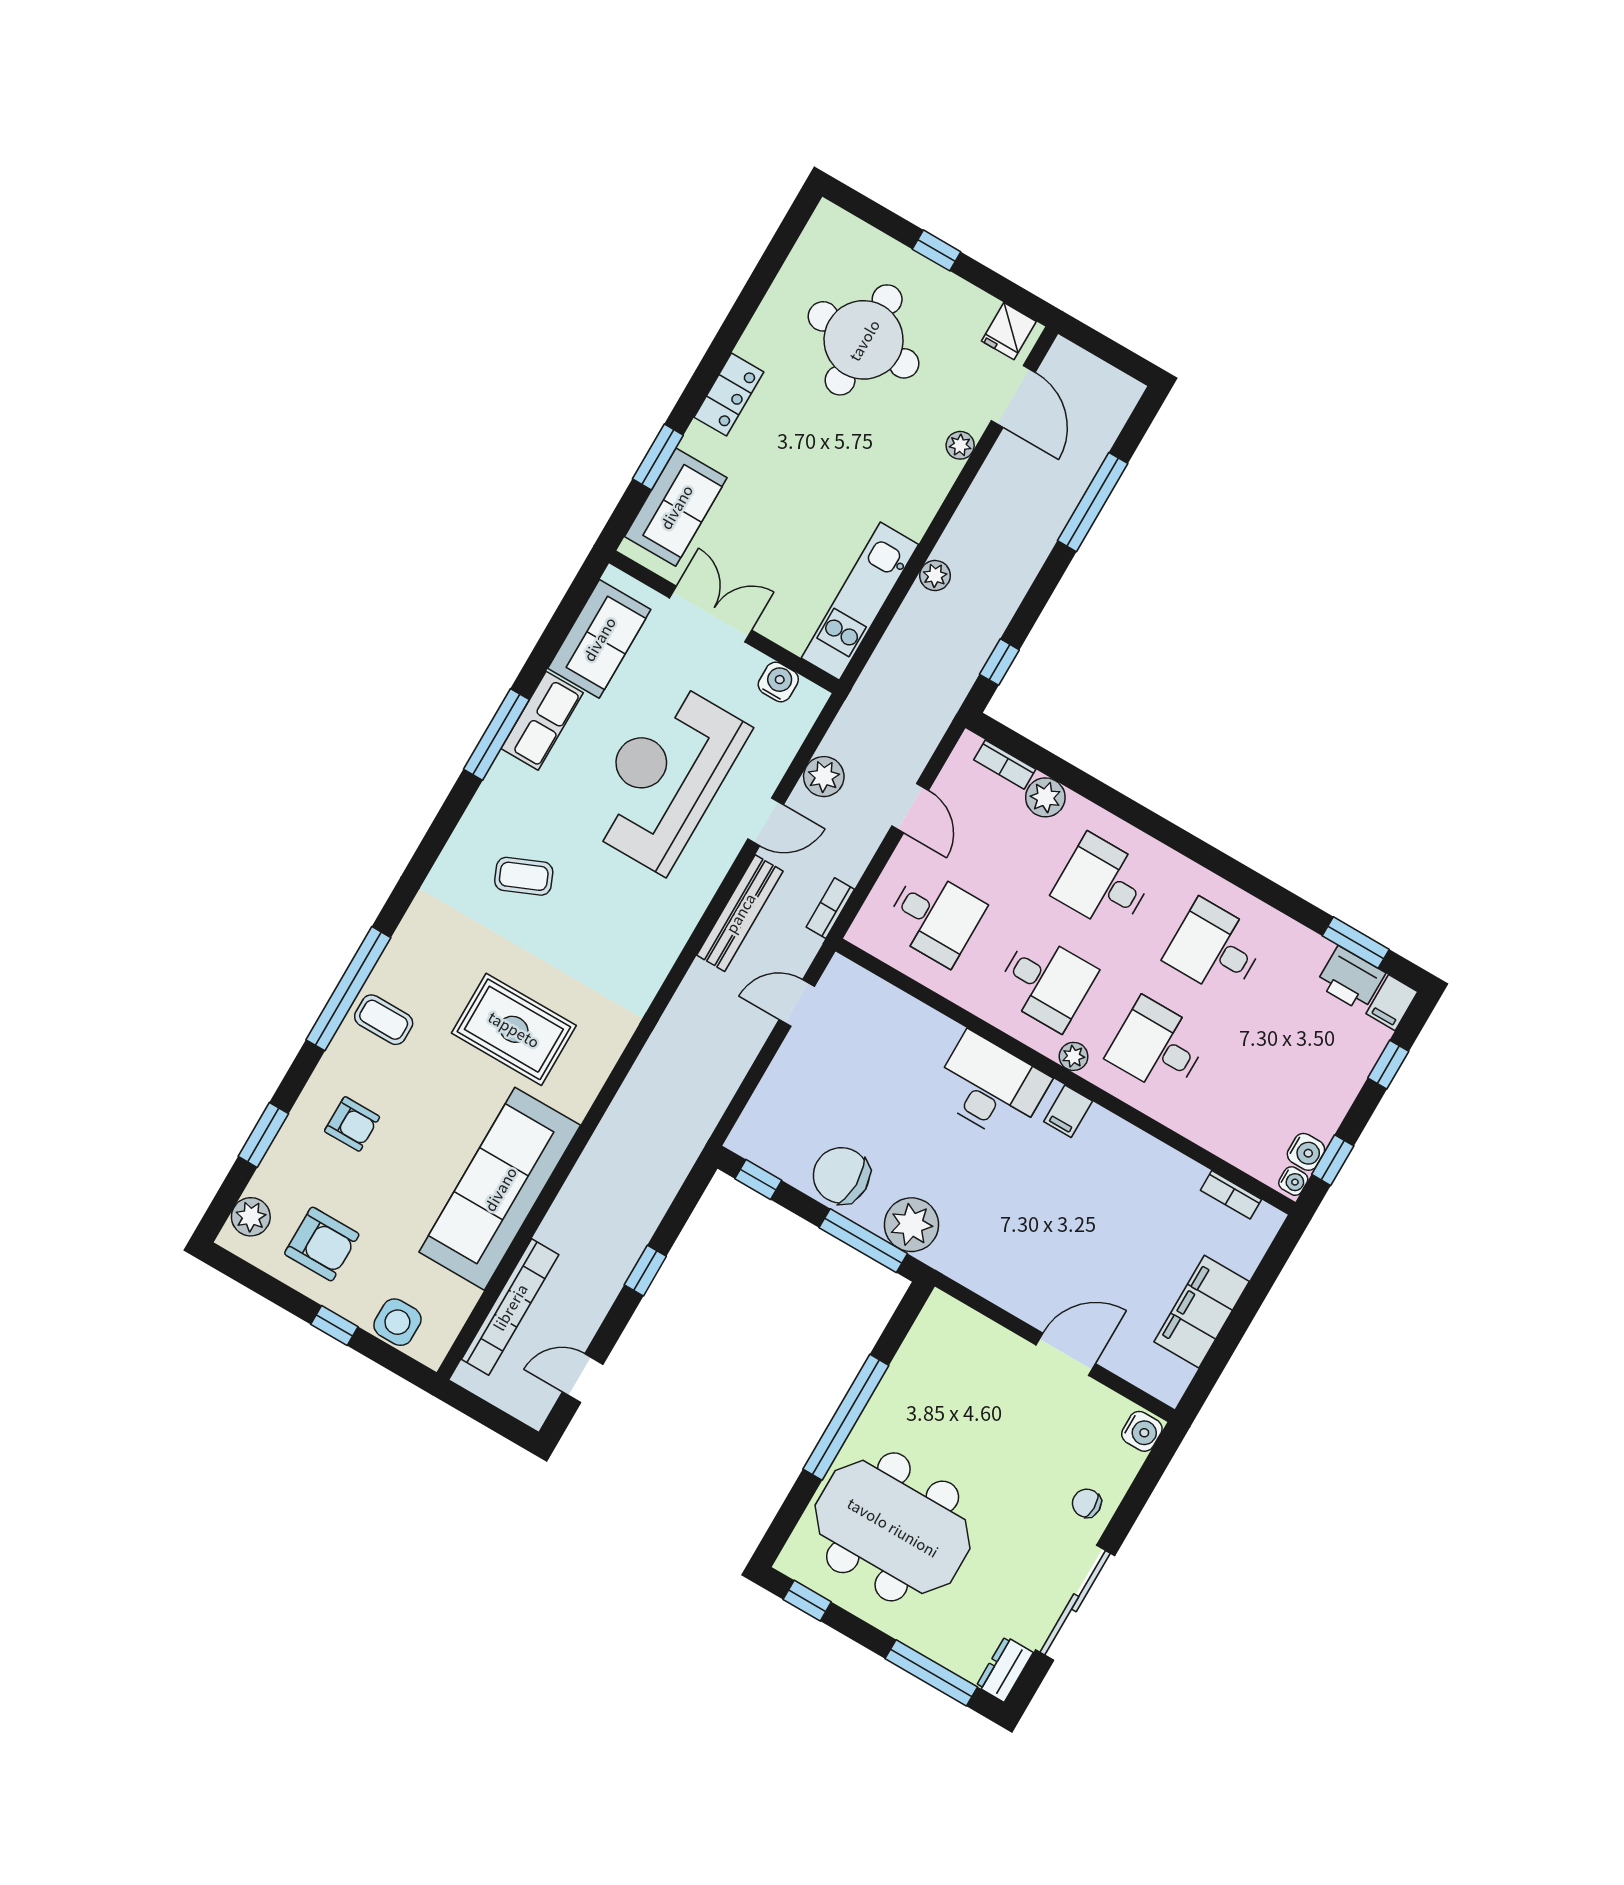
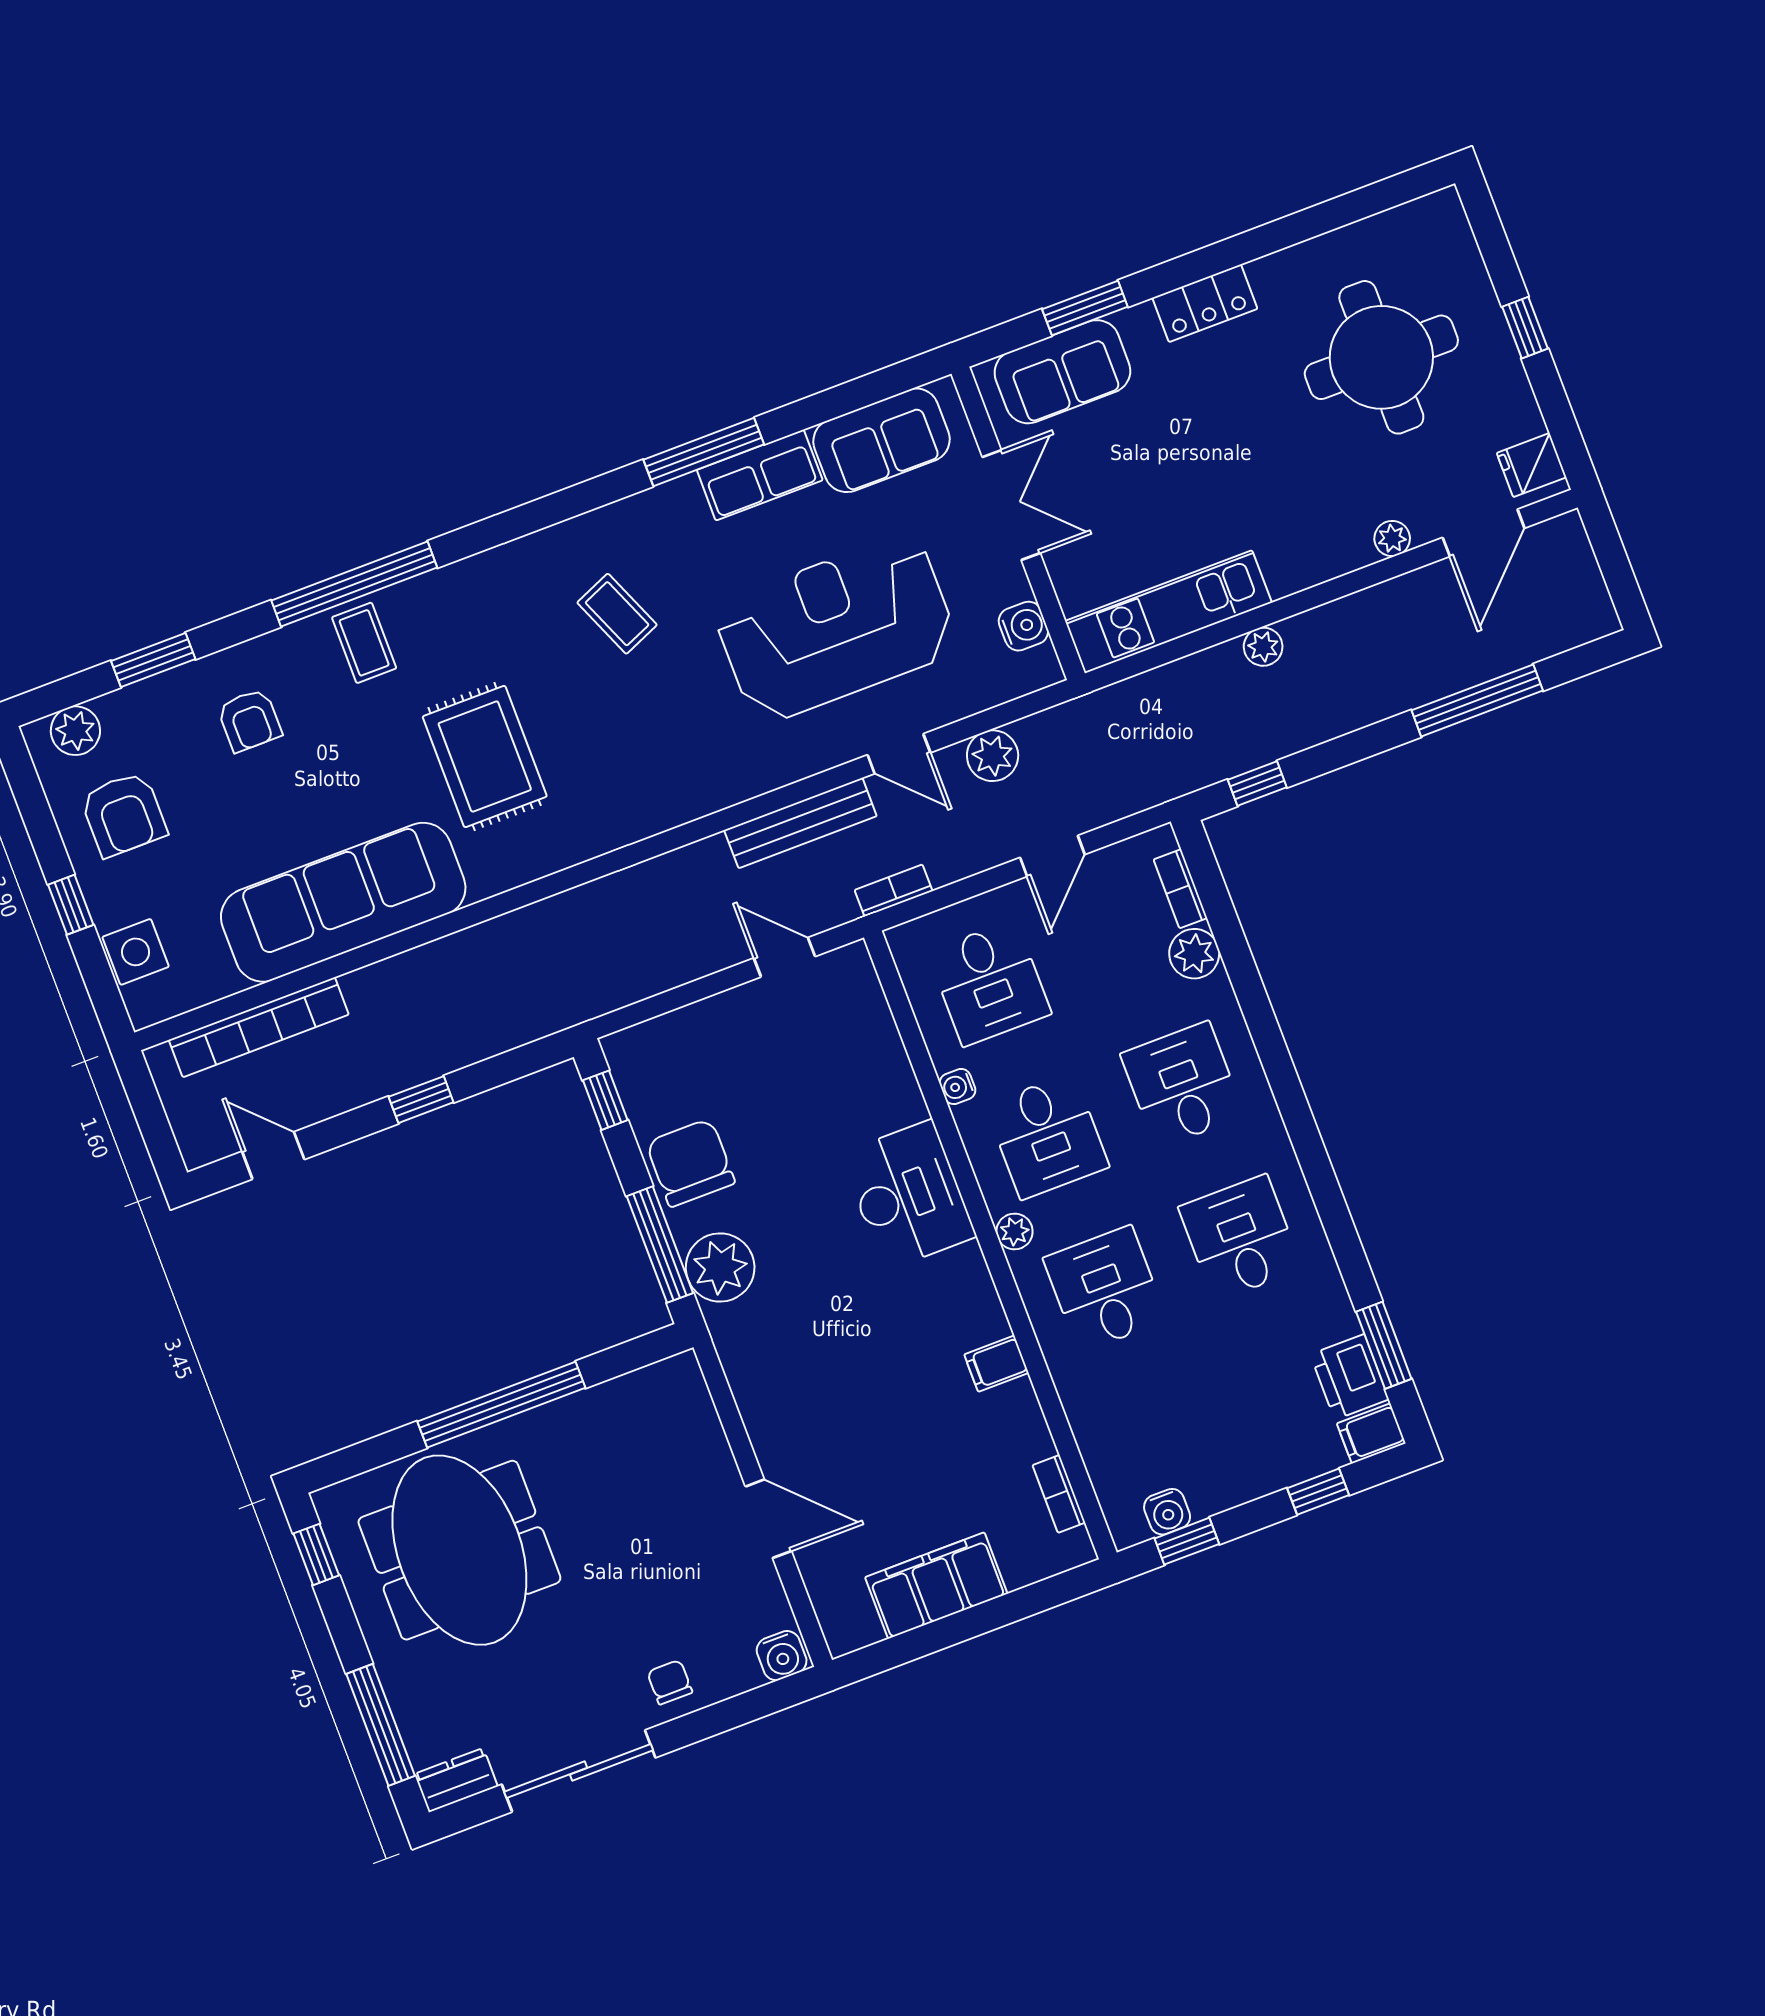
filing cabinet: (1068, 1111) -> (996, 1364), moved
water cooler: (1293, 1181) -> (958, 1087), moved, turned 90

